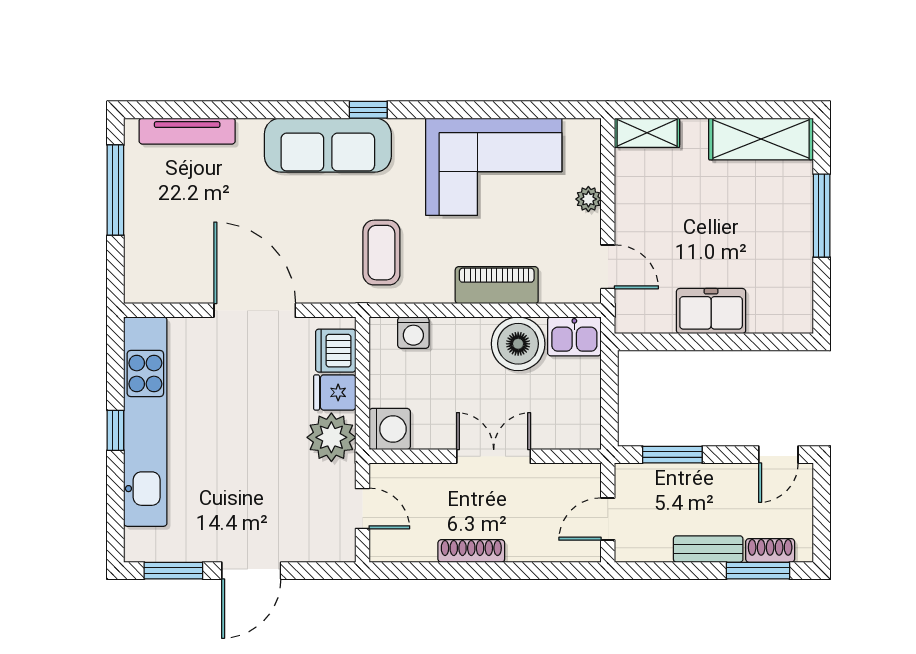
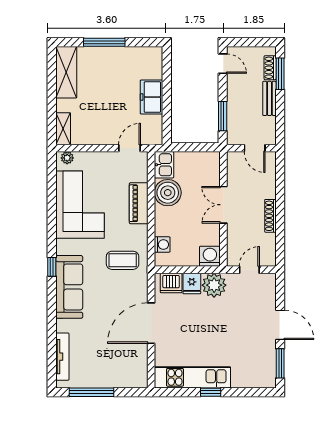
plant: (588, 199) -> (67, 158), moved
kitchen unit: (145, 422) -> (192, 377), width x0.73

